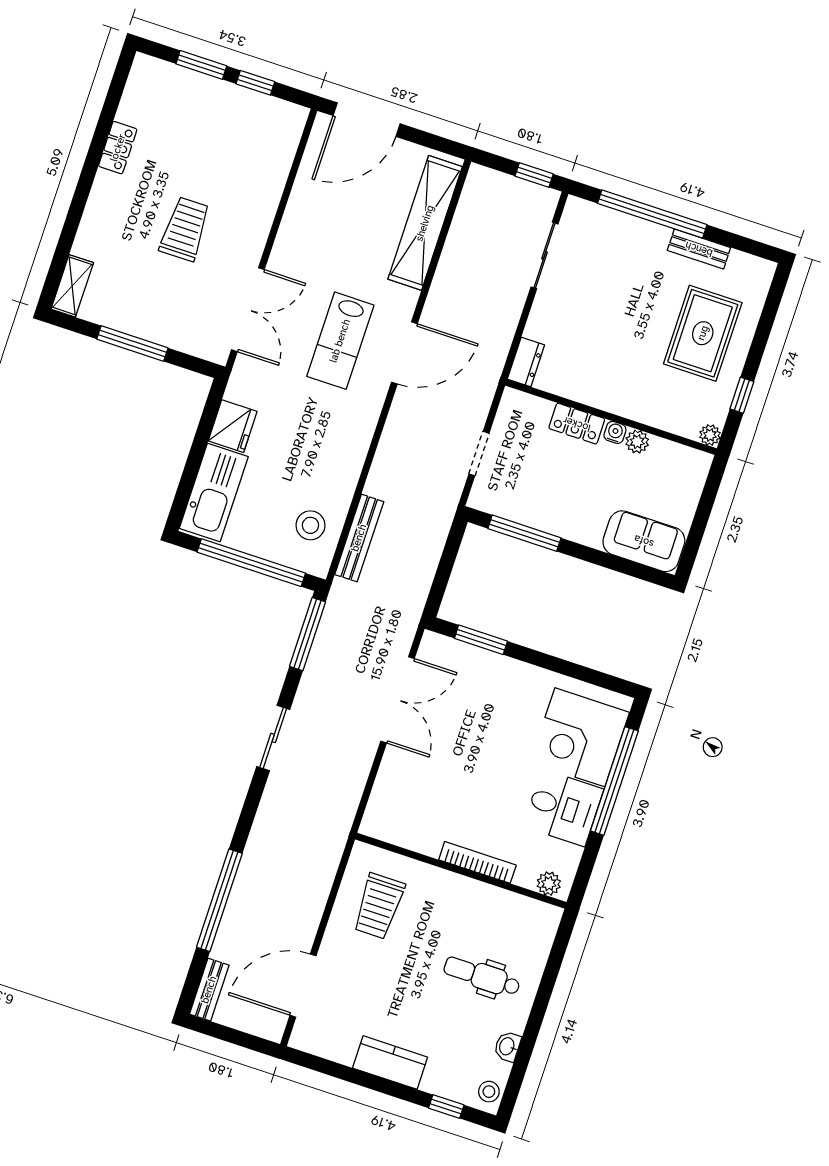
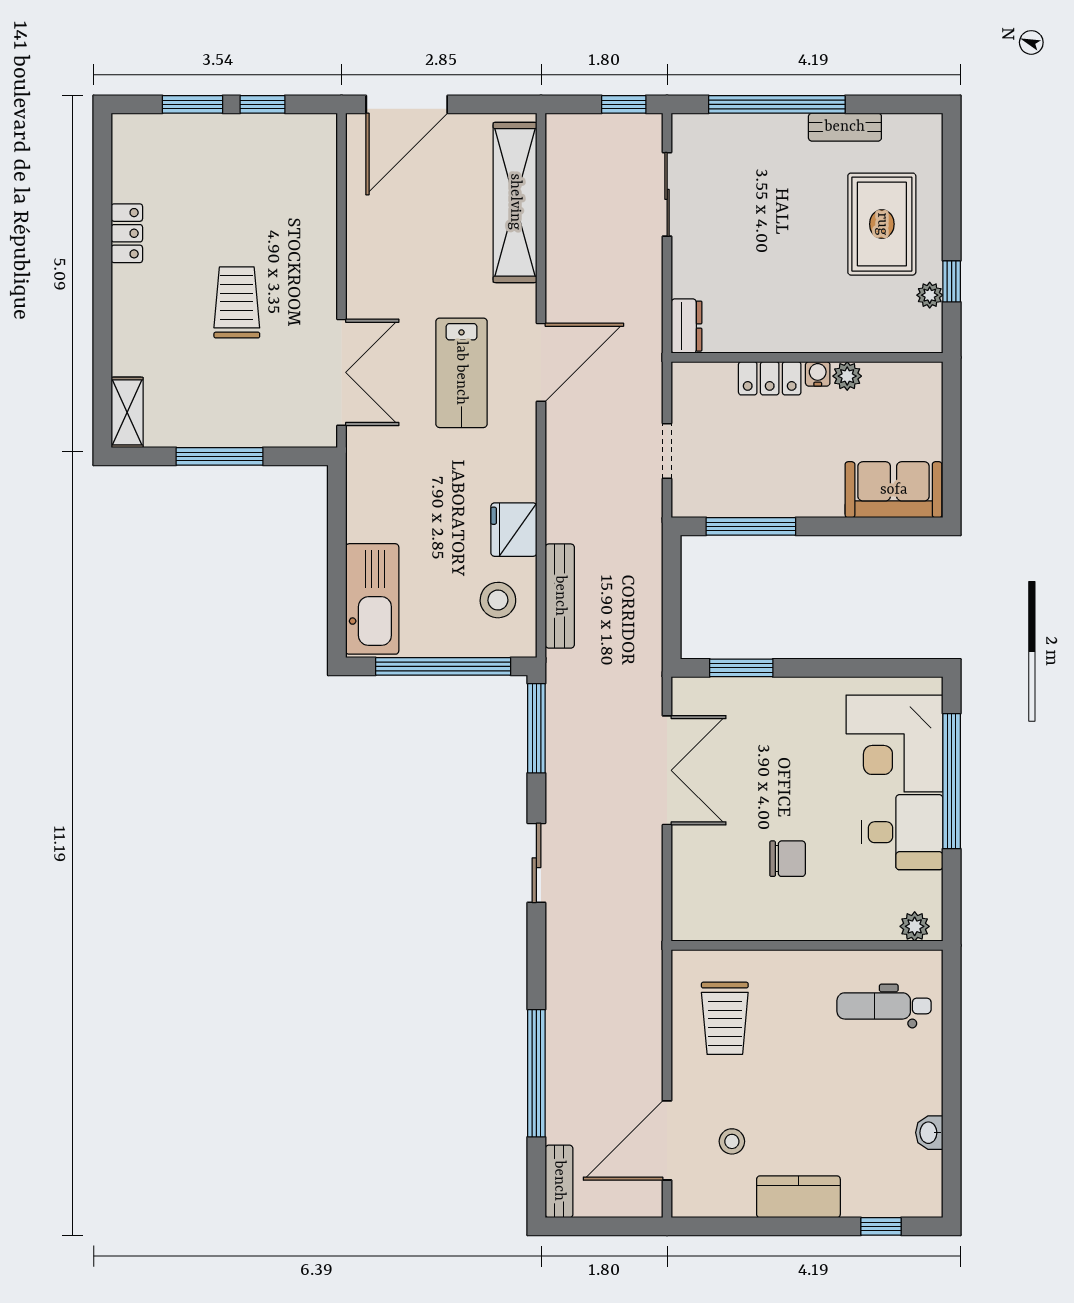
fridge: (233, 426) -> (514, 530), moved, turned 180
plant: (710, 435) -> (930, 295), moved
chair: (468, 799) -> (788, 859), added
bookcase: (477, 862) -> (823, 929), removed
dental chair: (482, 976) -> (884, 1006), moved
stool: (489, 1092) -> (732, 1141), moved

